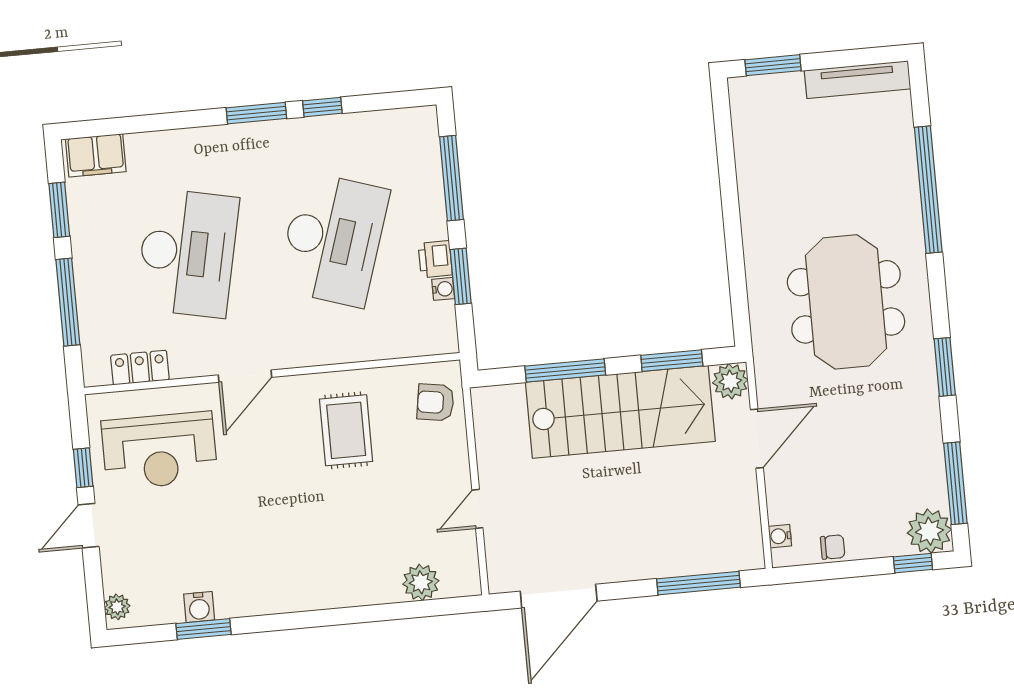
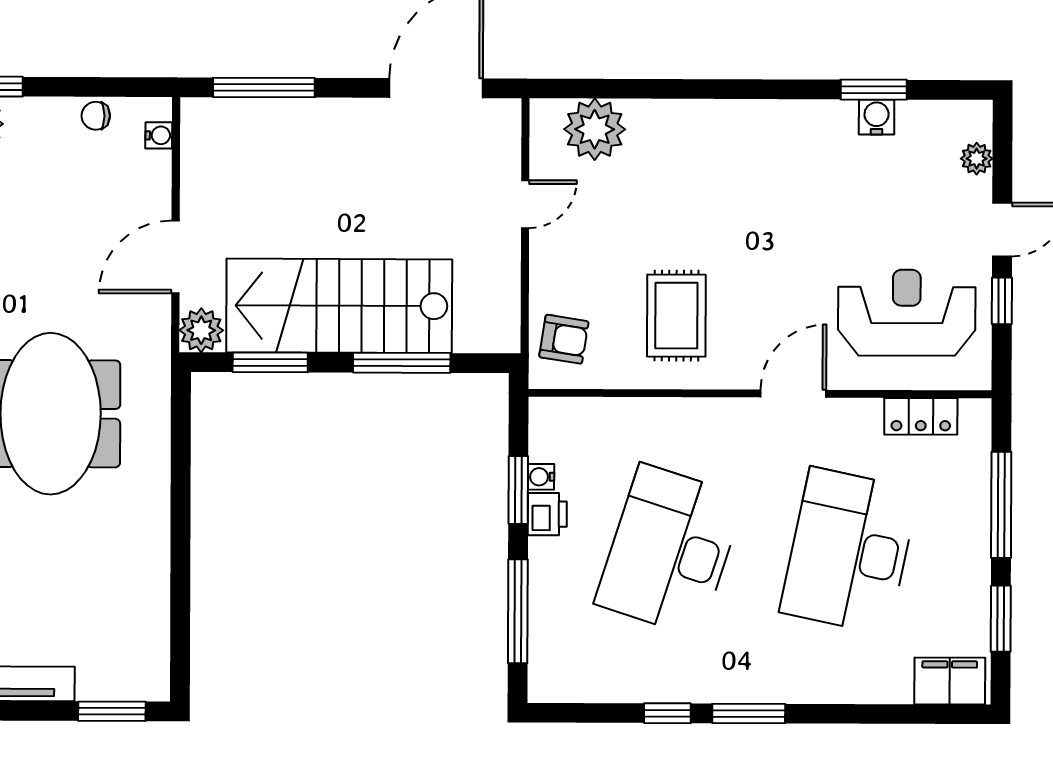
plant: (421, 582) -> (595, 129), width x1.36, depth x1.36
plant: (117, 607) -> (977, 159), moved

